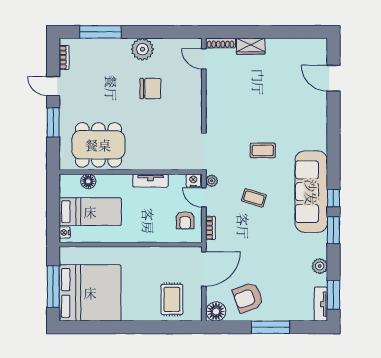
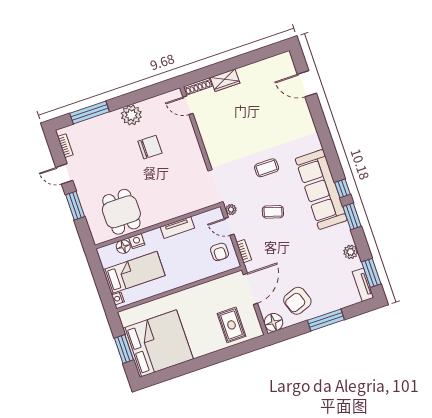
dining table: (98, 145) -> (121, 212), width x0.73
nightstand: (193, 180) -> (137, 241), moved
window: (53, 287) -> (124, 349), width x0.69

